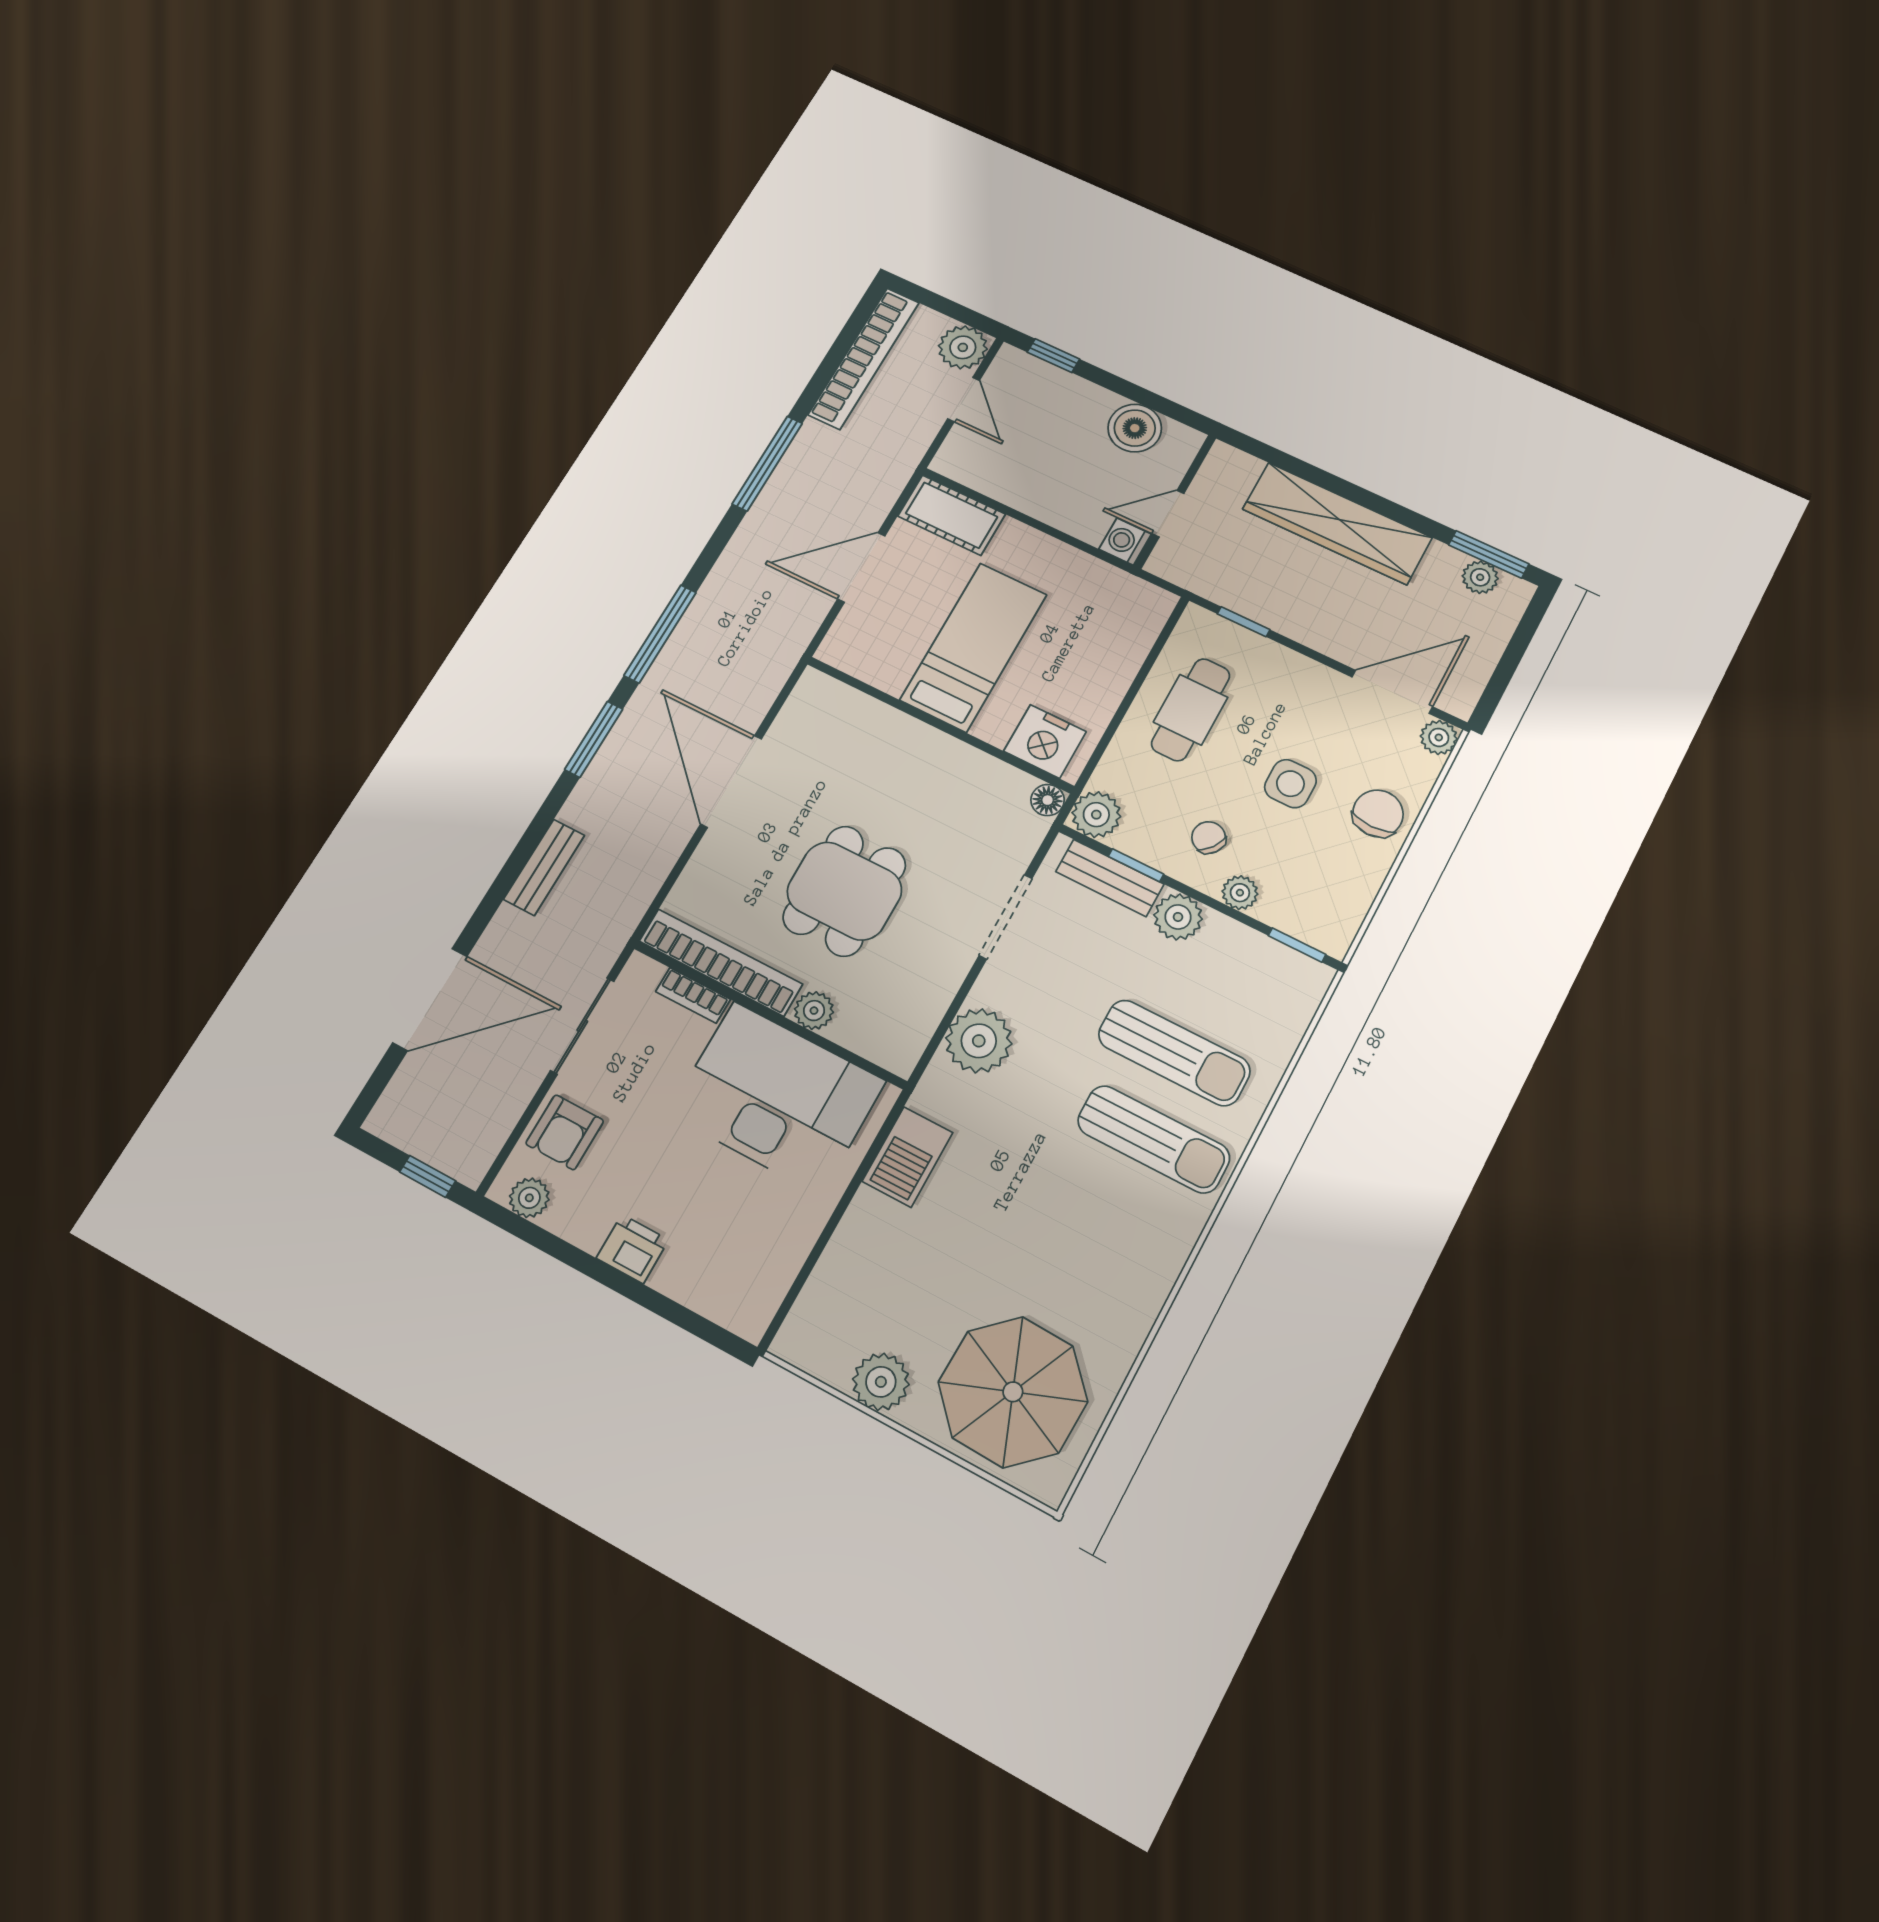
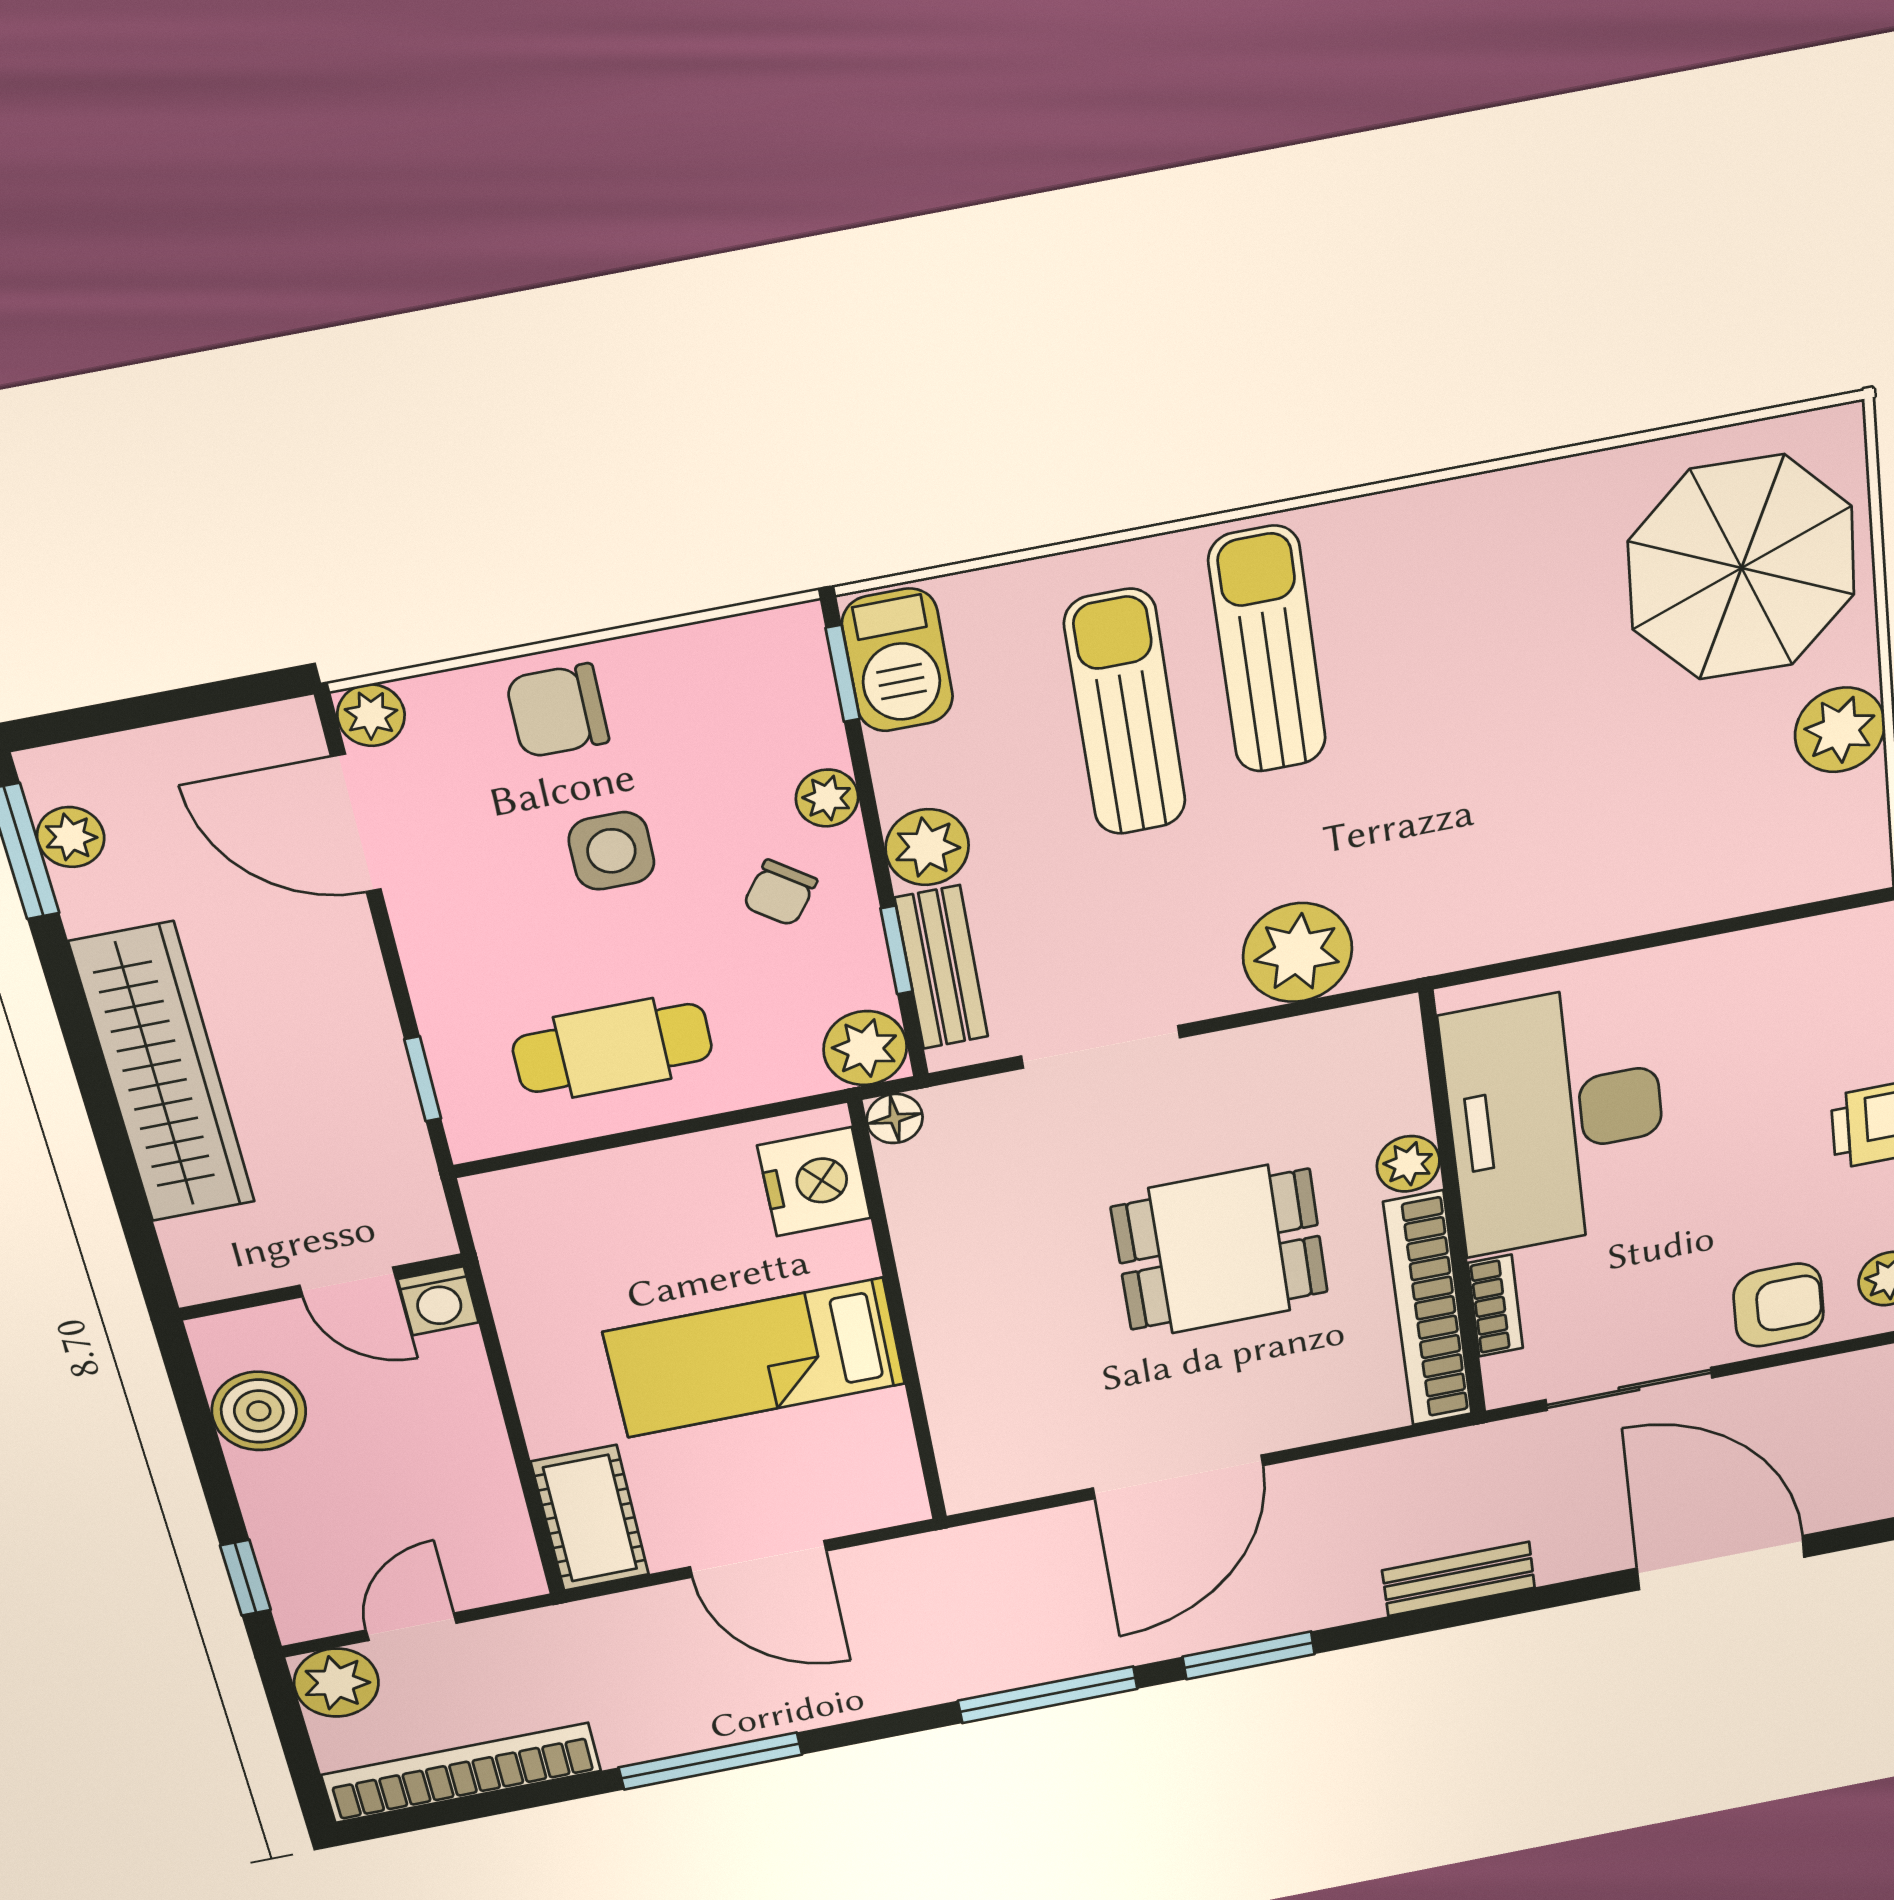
barbecue: (907, 1157) -> (898, 660), moved, turned 90

